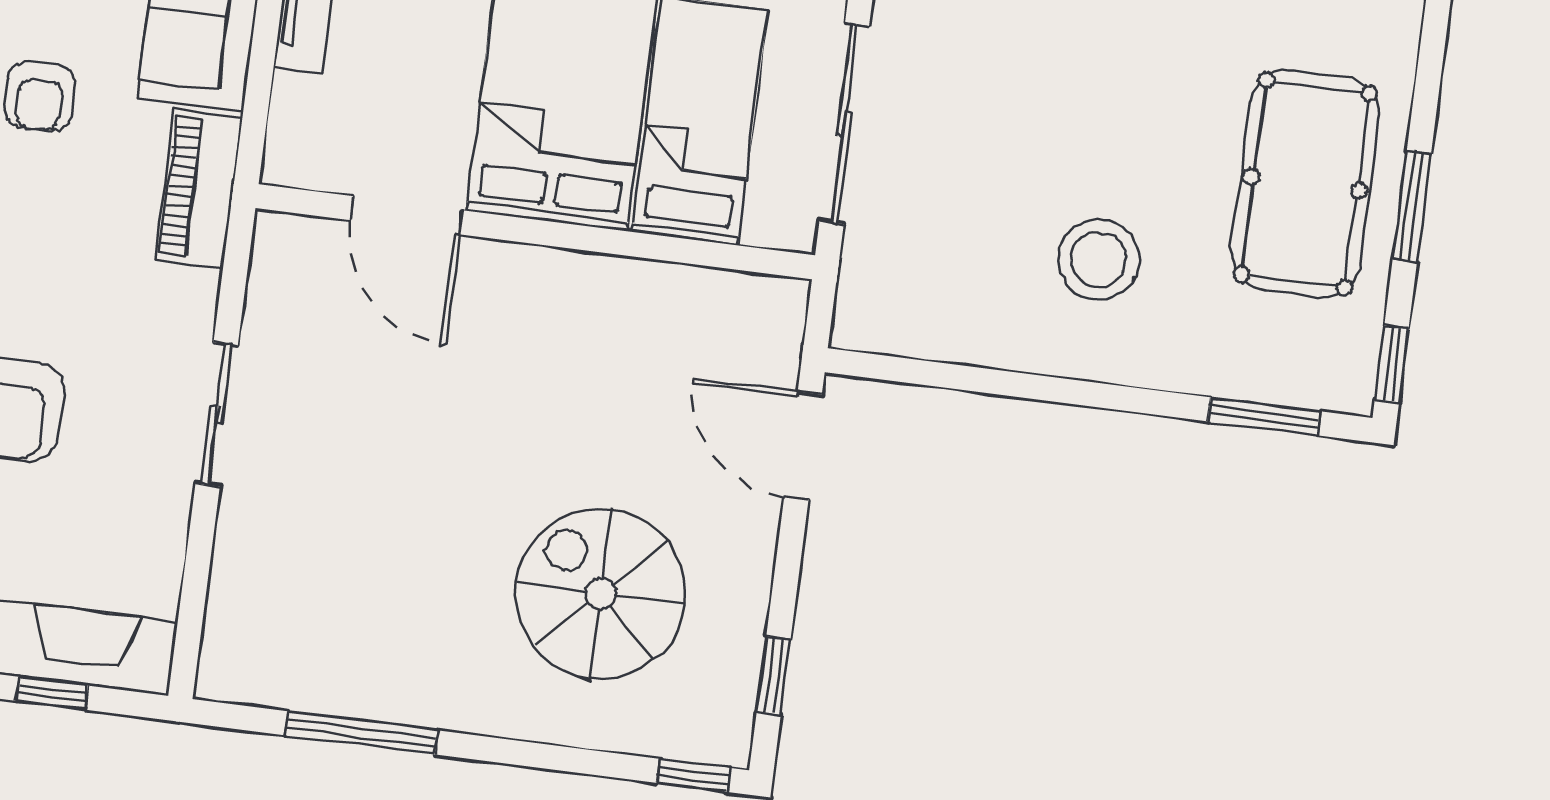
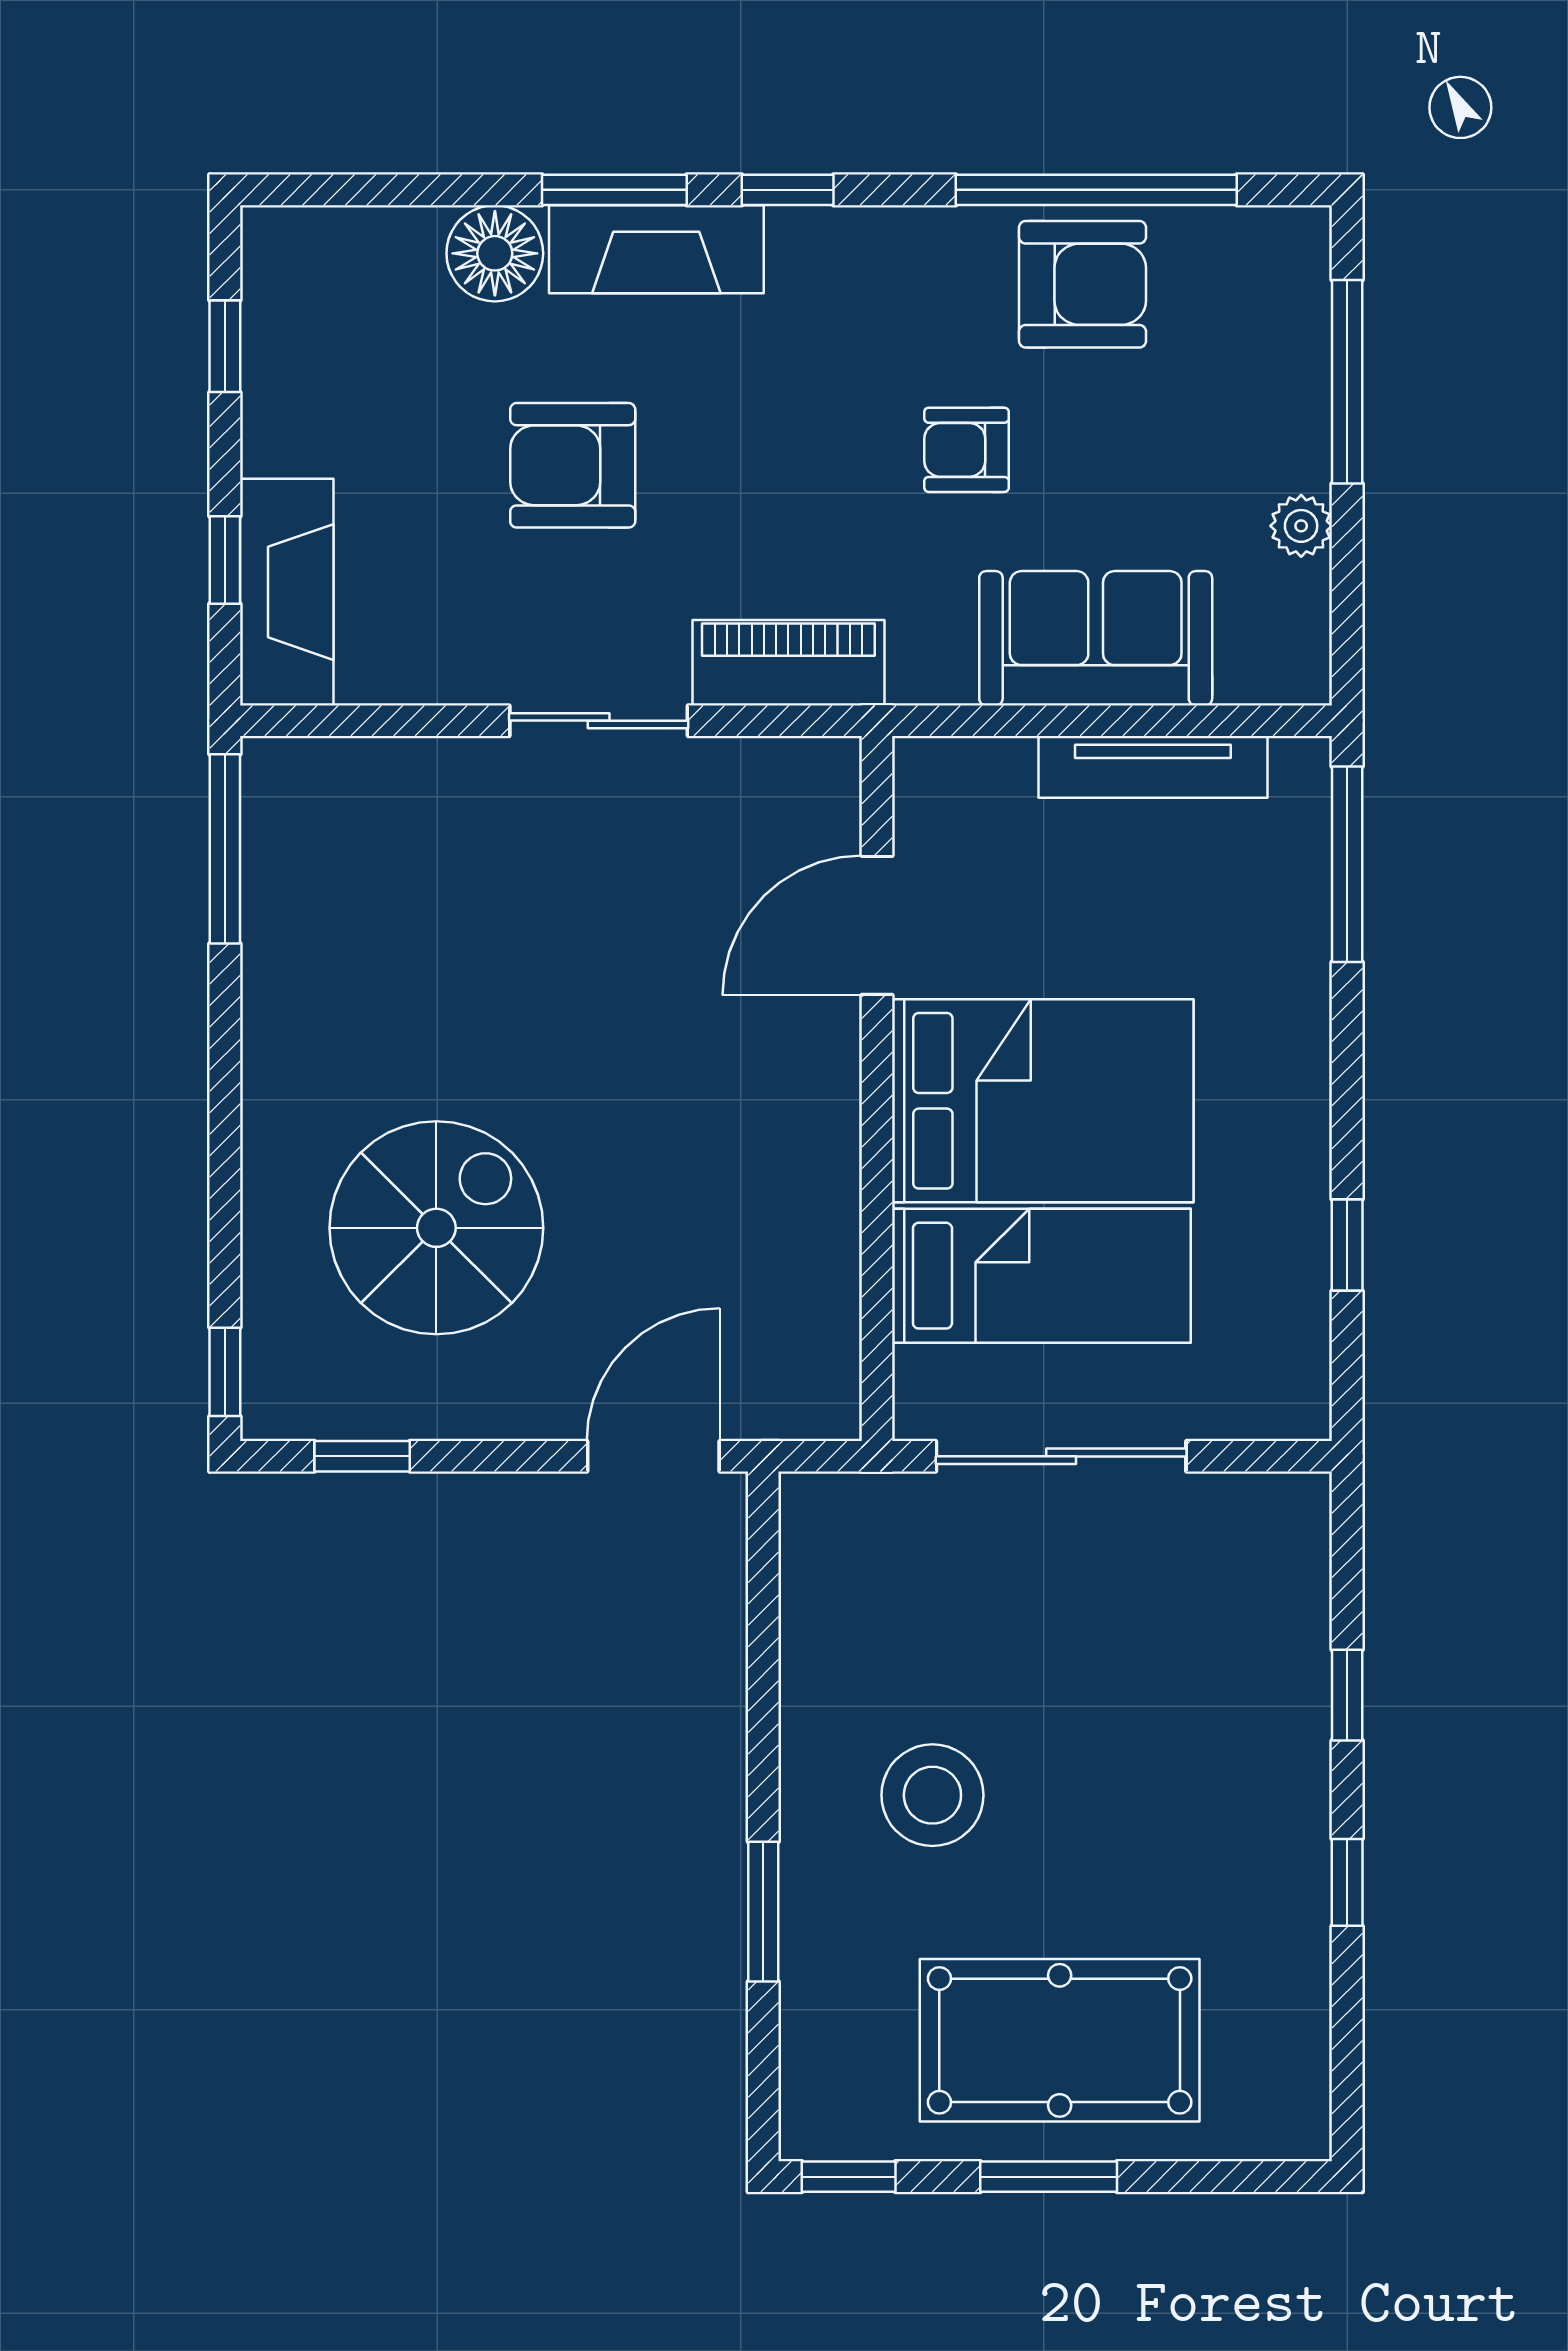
piano: (199, 188) -> (788, 663), moved
window: (1264, 416) -> (763, 1912), moved
window: (361, 733) -> (225, 849), moved

